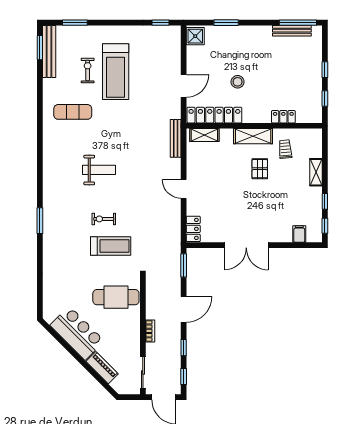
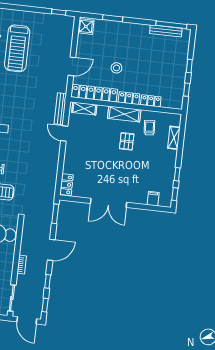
locker: (257, 116) -> (129, 98), added
shelving: (316, 172) -> (174, 138), moved
door: (184, 189) -> (64, 134), moved

